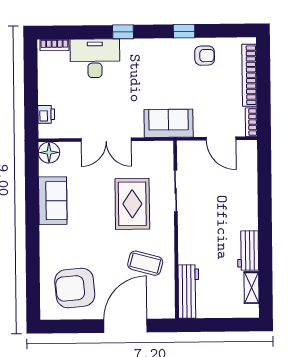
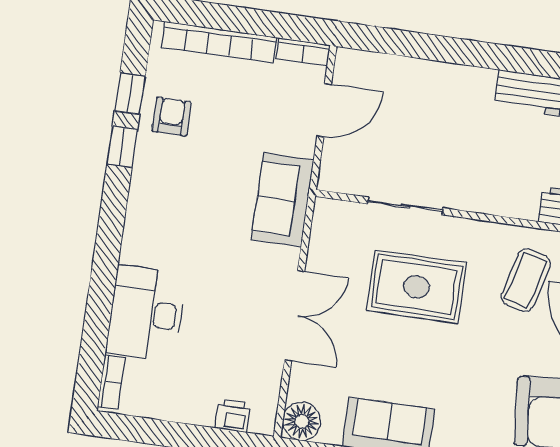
window: (123, 32) -> (130, 94), moved

